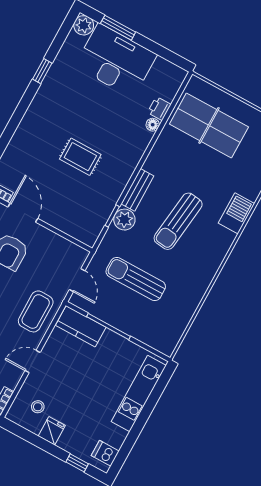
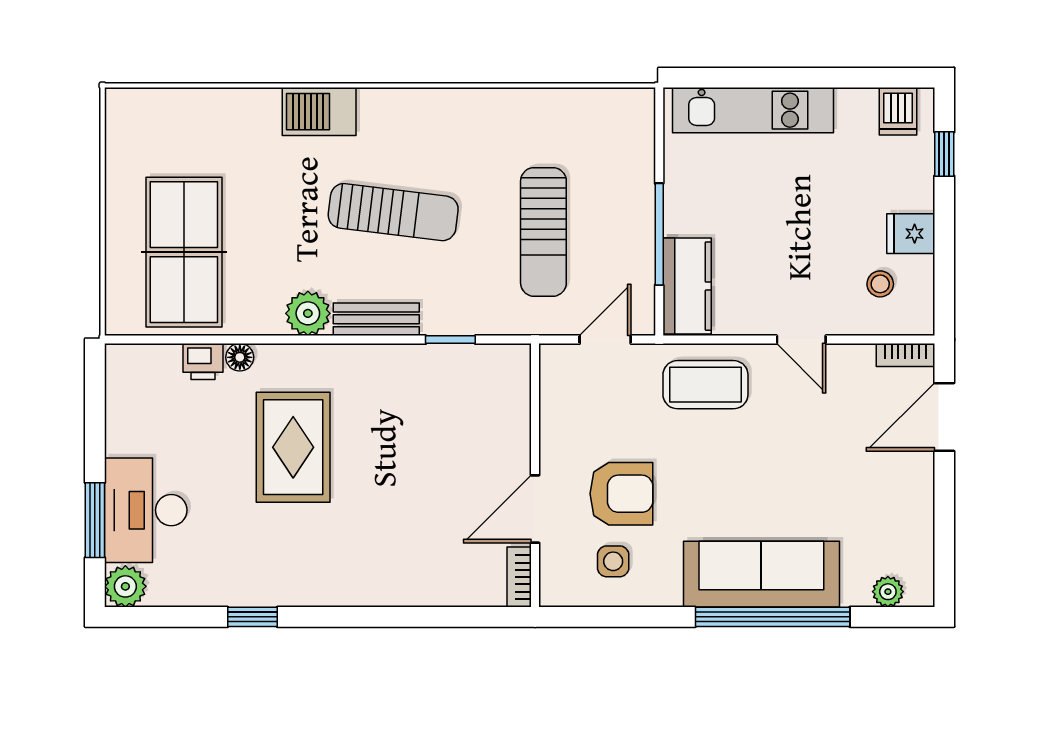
desk: (116, 61) -> (146, 510), width x0.73, depth x0.77
rug: (80, 157) -> (293, 447), moved, width x1.36, depth x1.43
plant: (124, 220) -> (308, 313), moved

